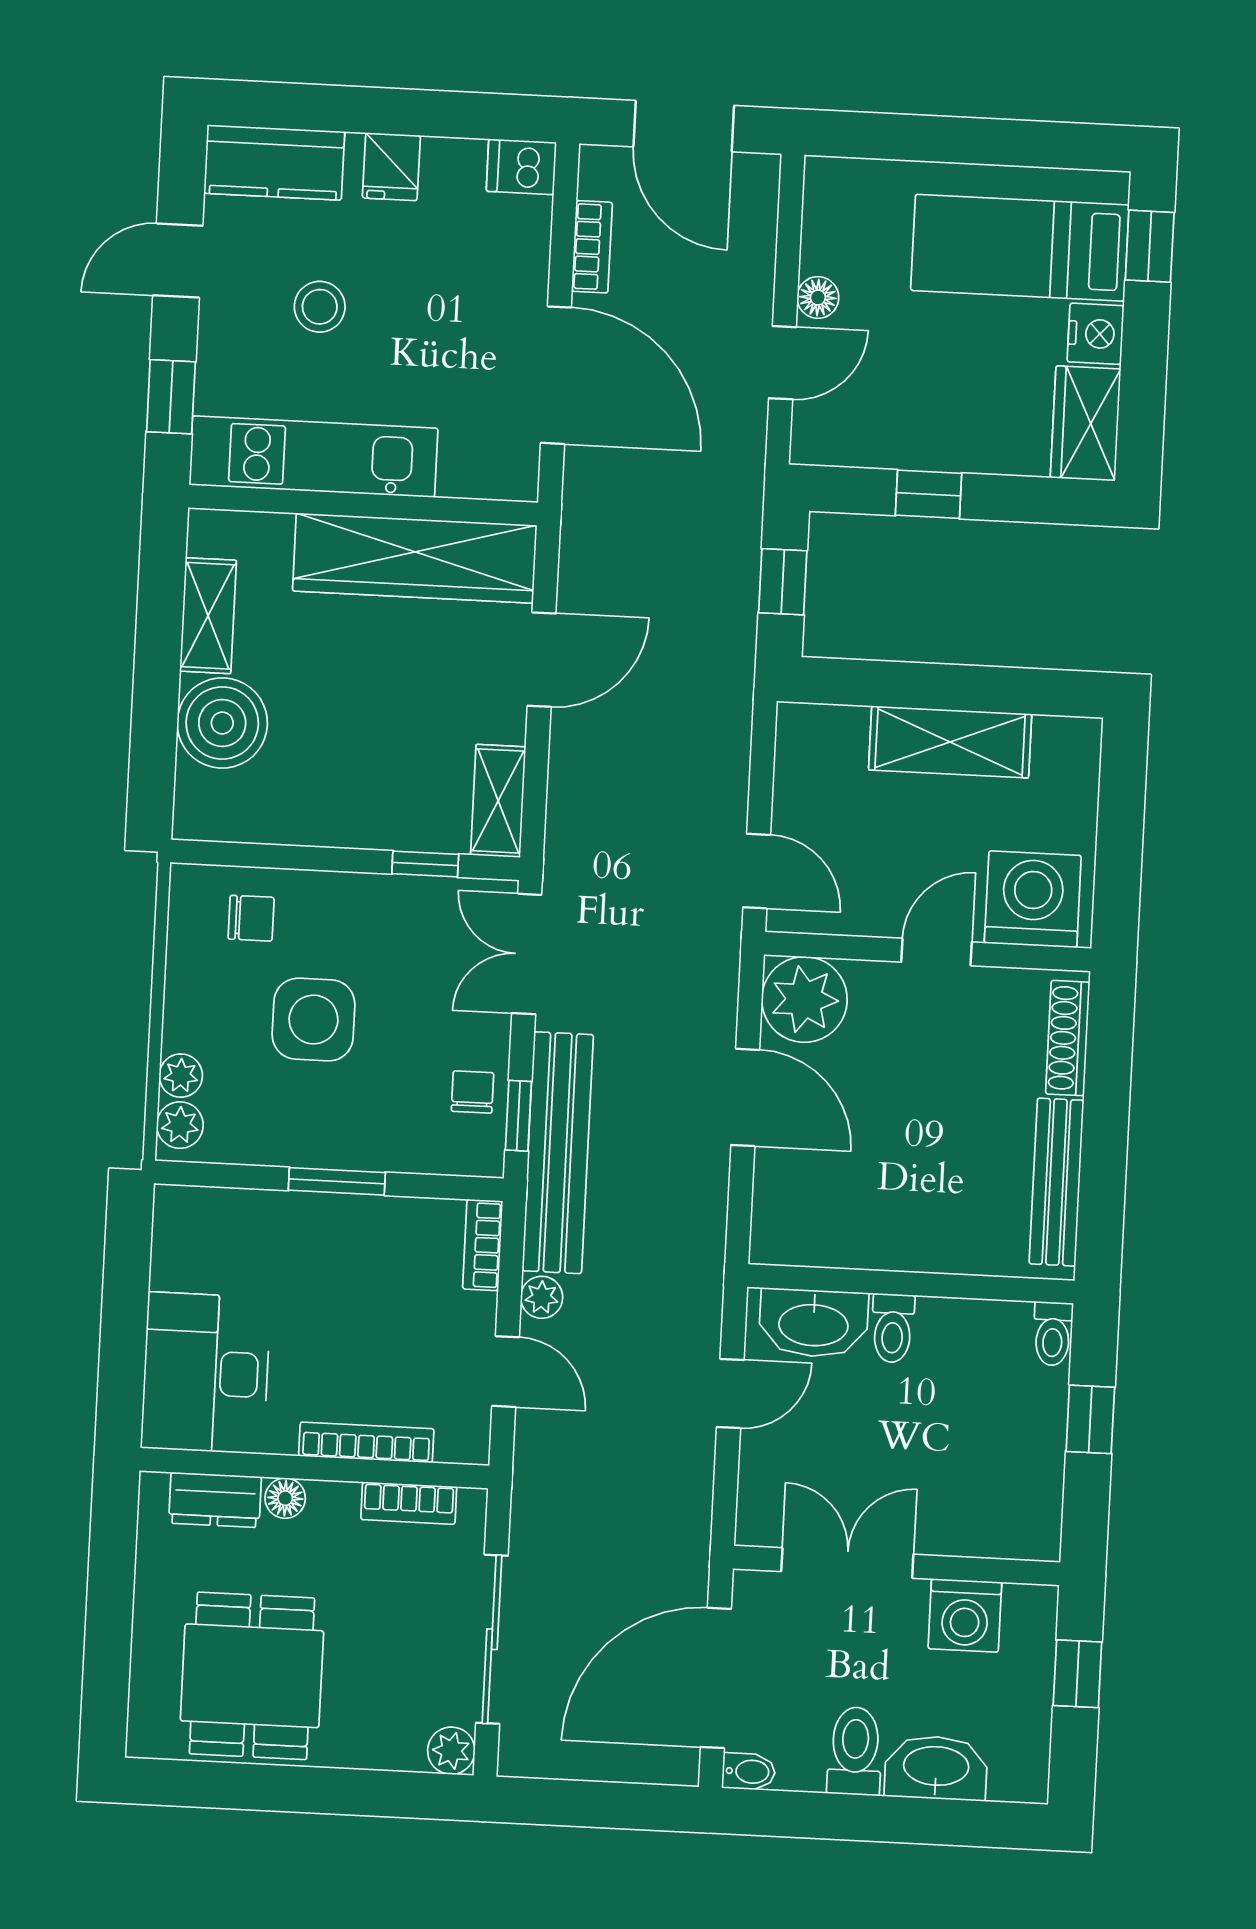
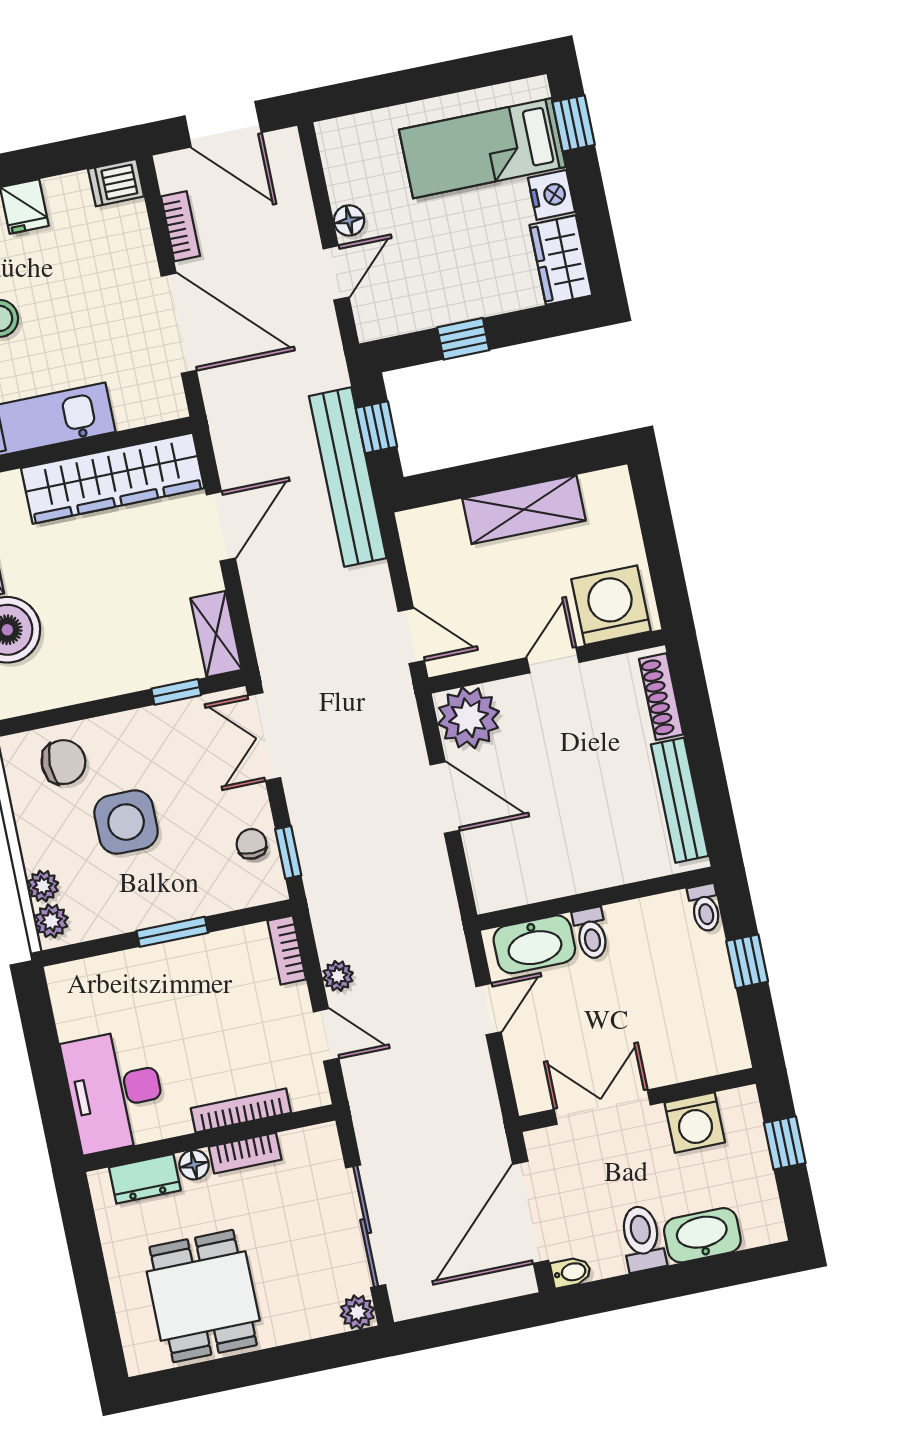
chair: (251, 918) -> (63, 762), width x1.37, depth x1.37
bench: (558, 1153) -> (348, 477), moved
bookcase: (409, 1503) -> (245, 1153), moved

